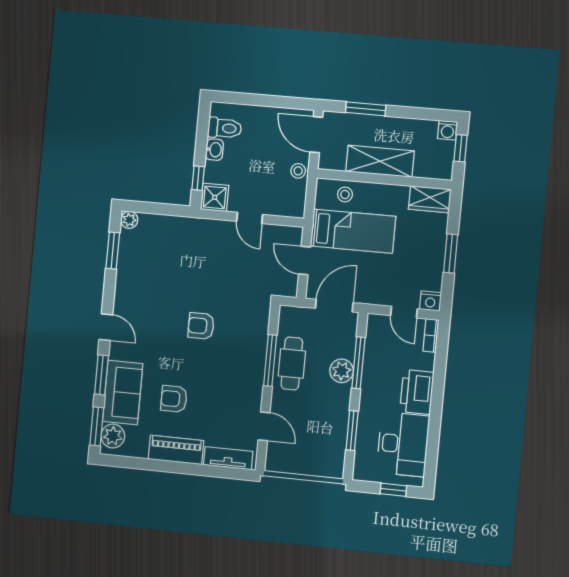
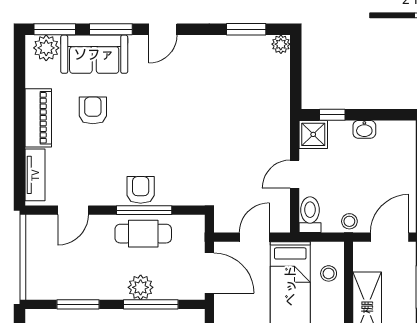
toilet: (225, 128) -> (310, 215), moved, turned 180
armchair: (201, 326) -> (141, 190), moved

